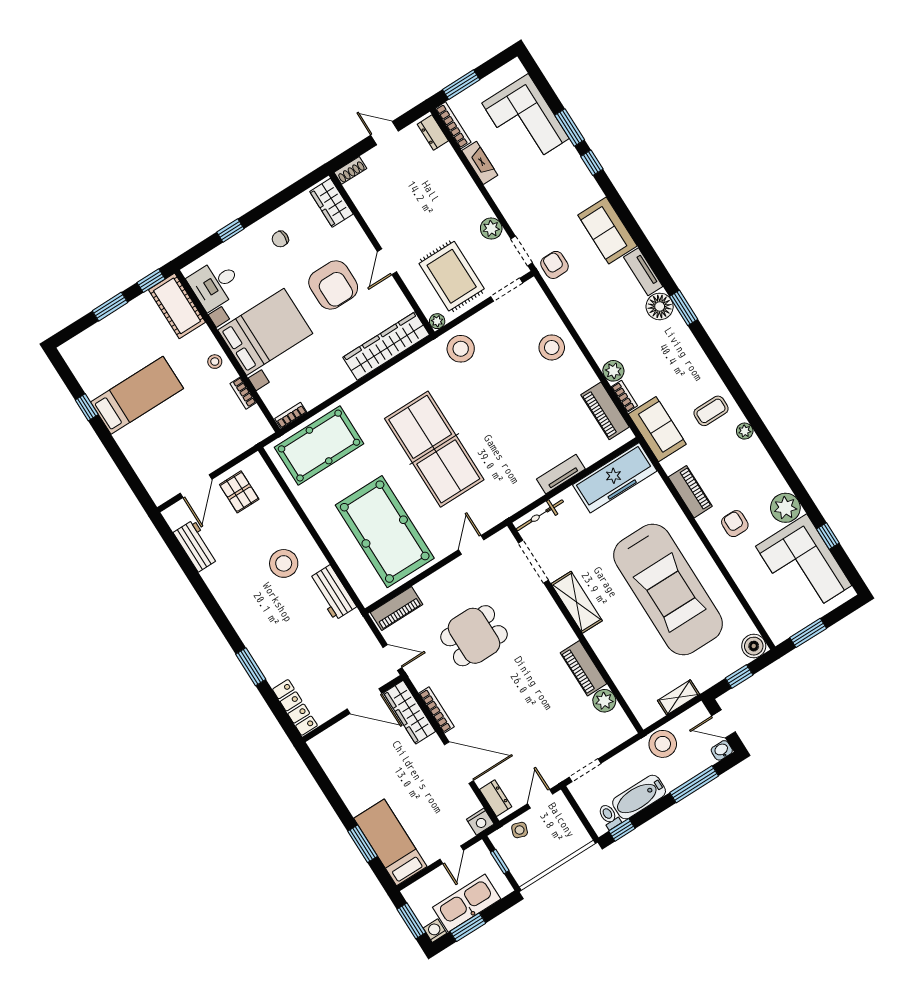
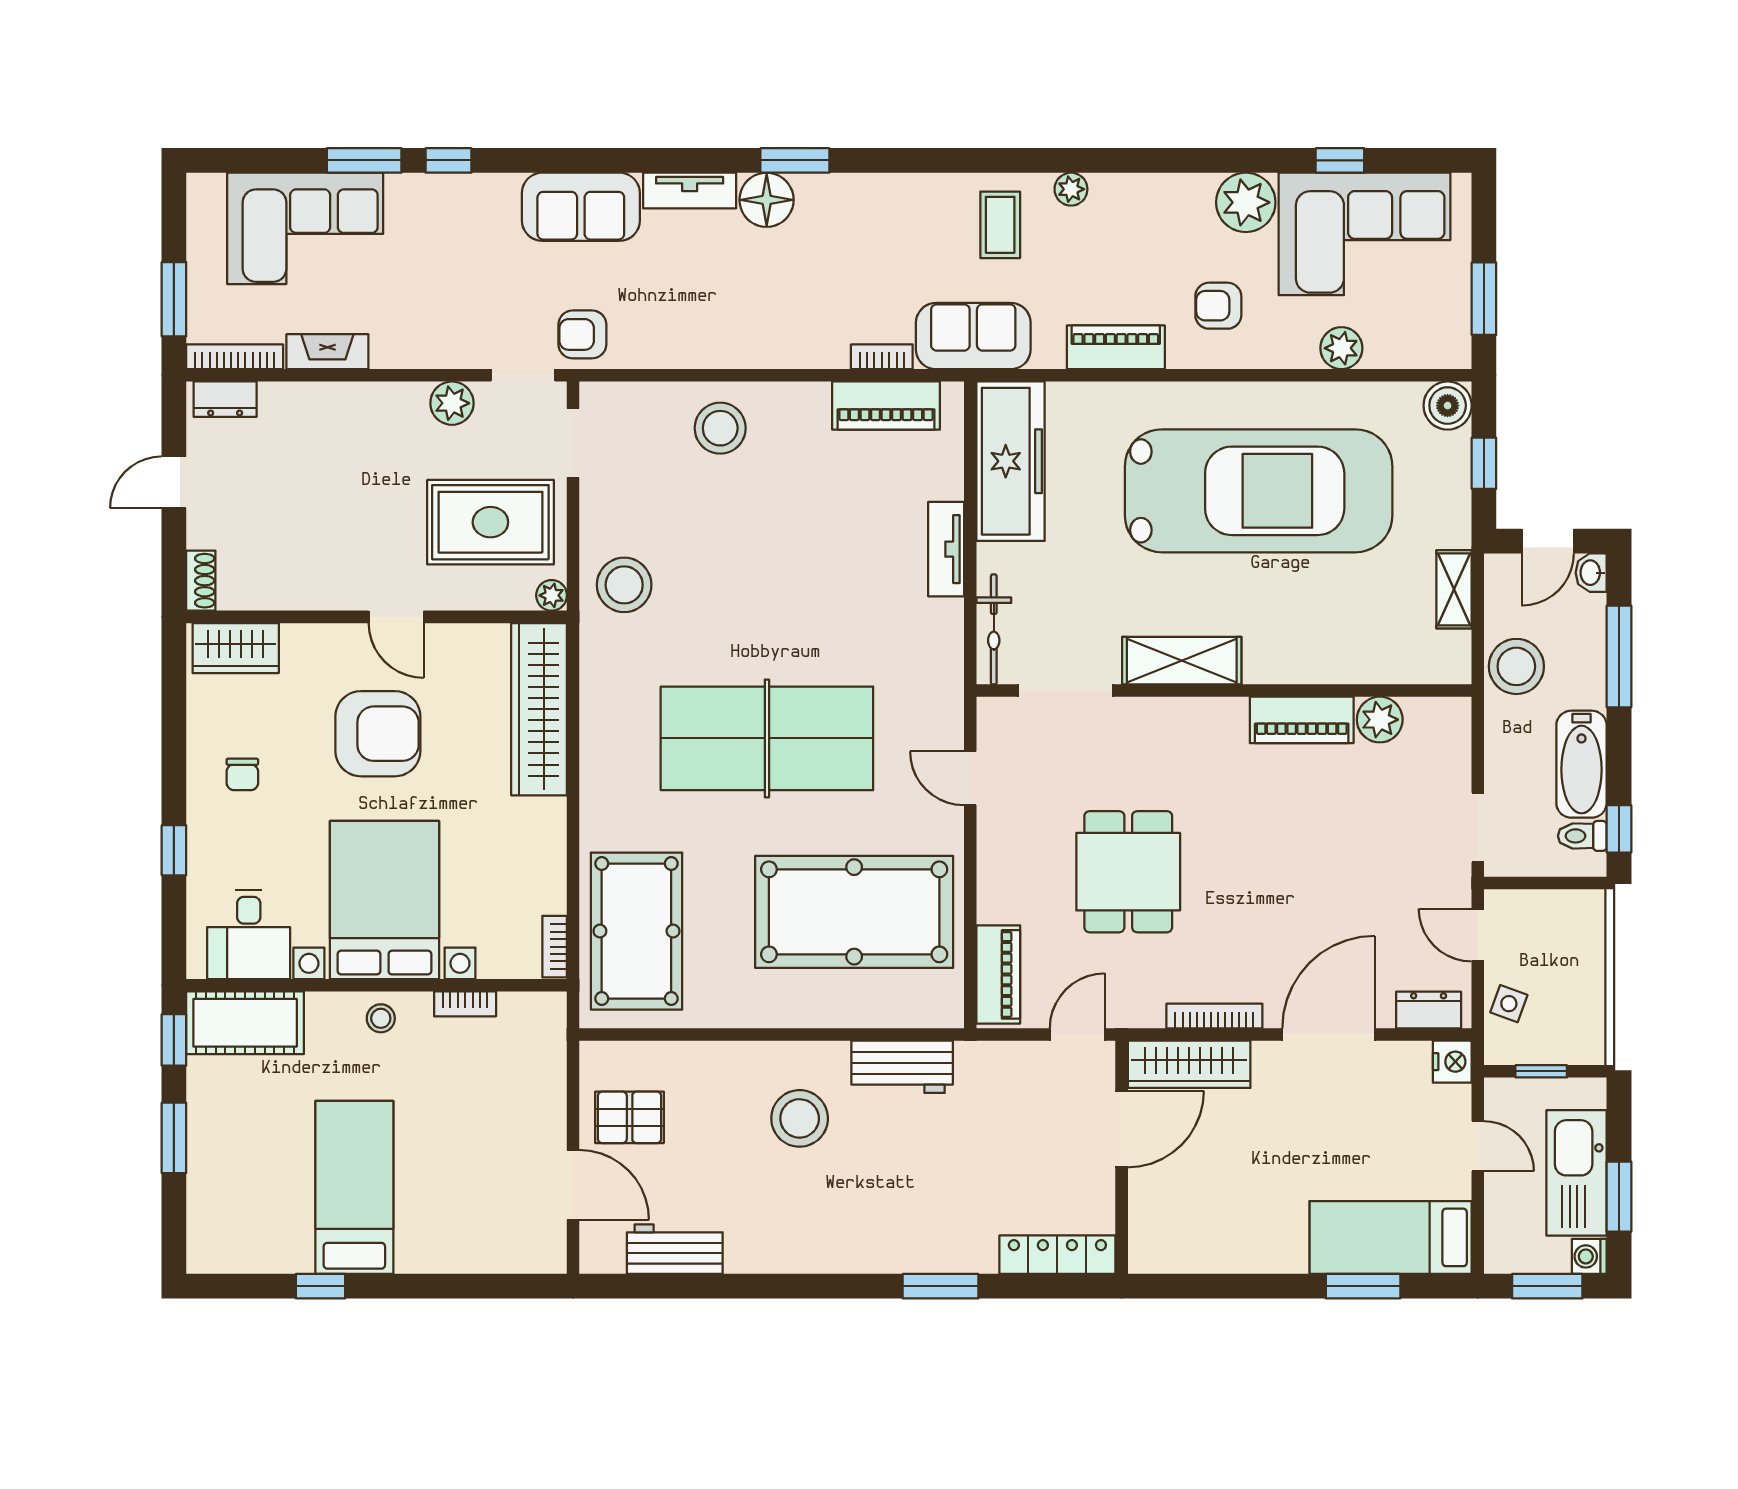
plant: (613, 371) -> (1341, 348), moved

